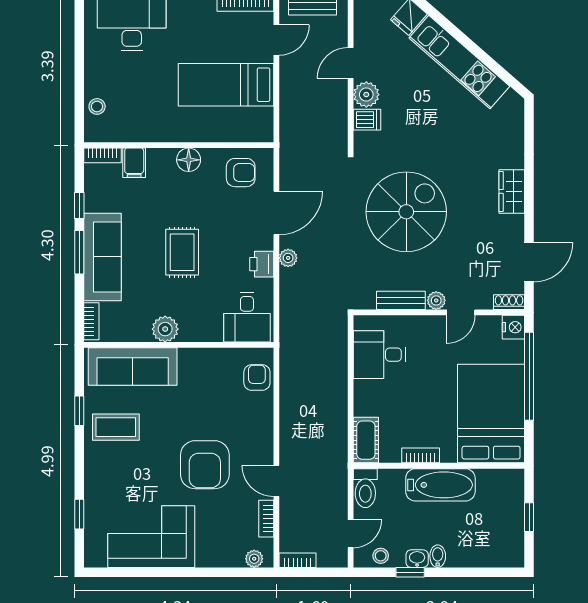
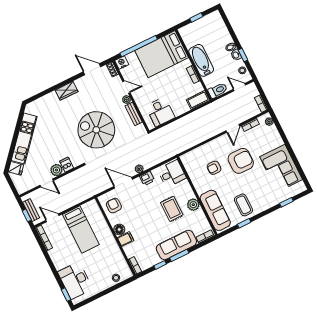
filing cabinet: (134, 163) -> (126, 239), moved
rug: (182, 252) -> (172, 209), moved, turned 90
armchair: (257, 377) -> (214, 168), moved

